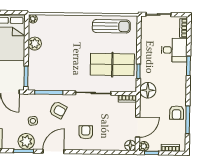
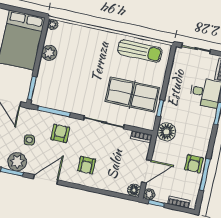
armchair: (58, 110) -> (60, 133), turned -117
armchair: (86, 132) -> (87, 165), turned 180

